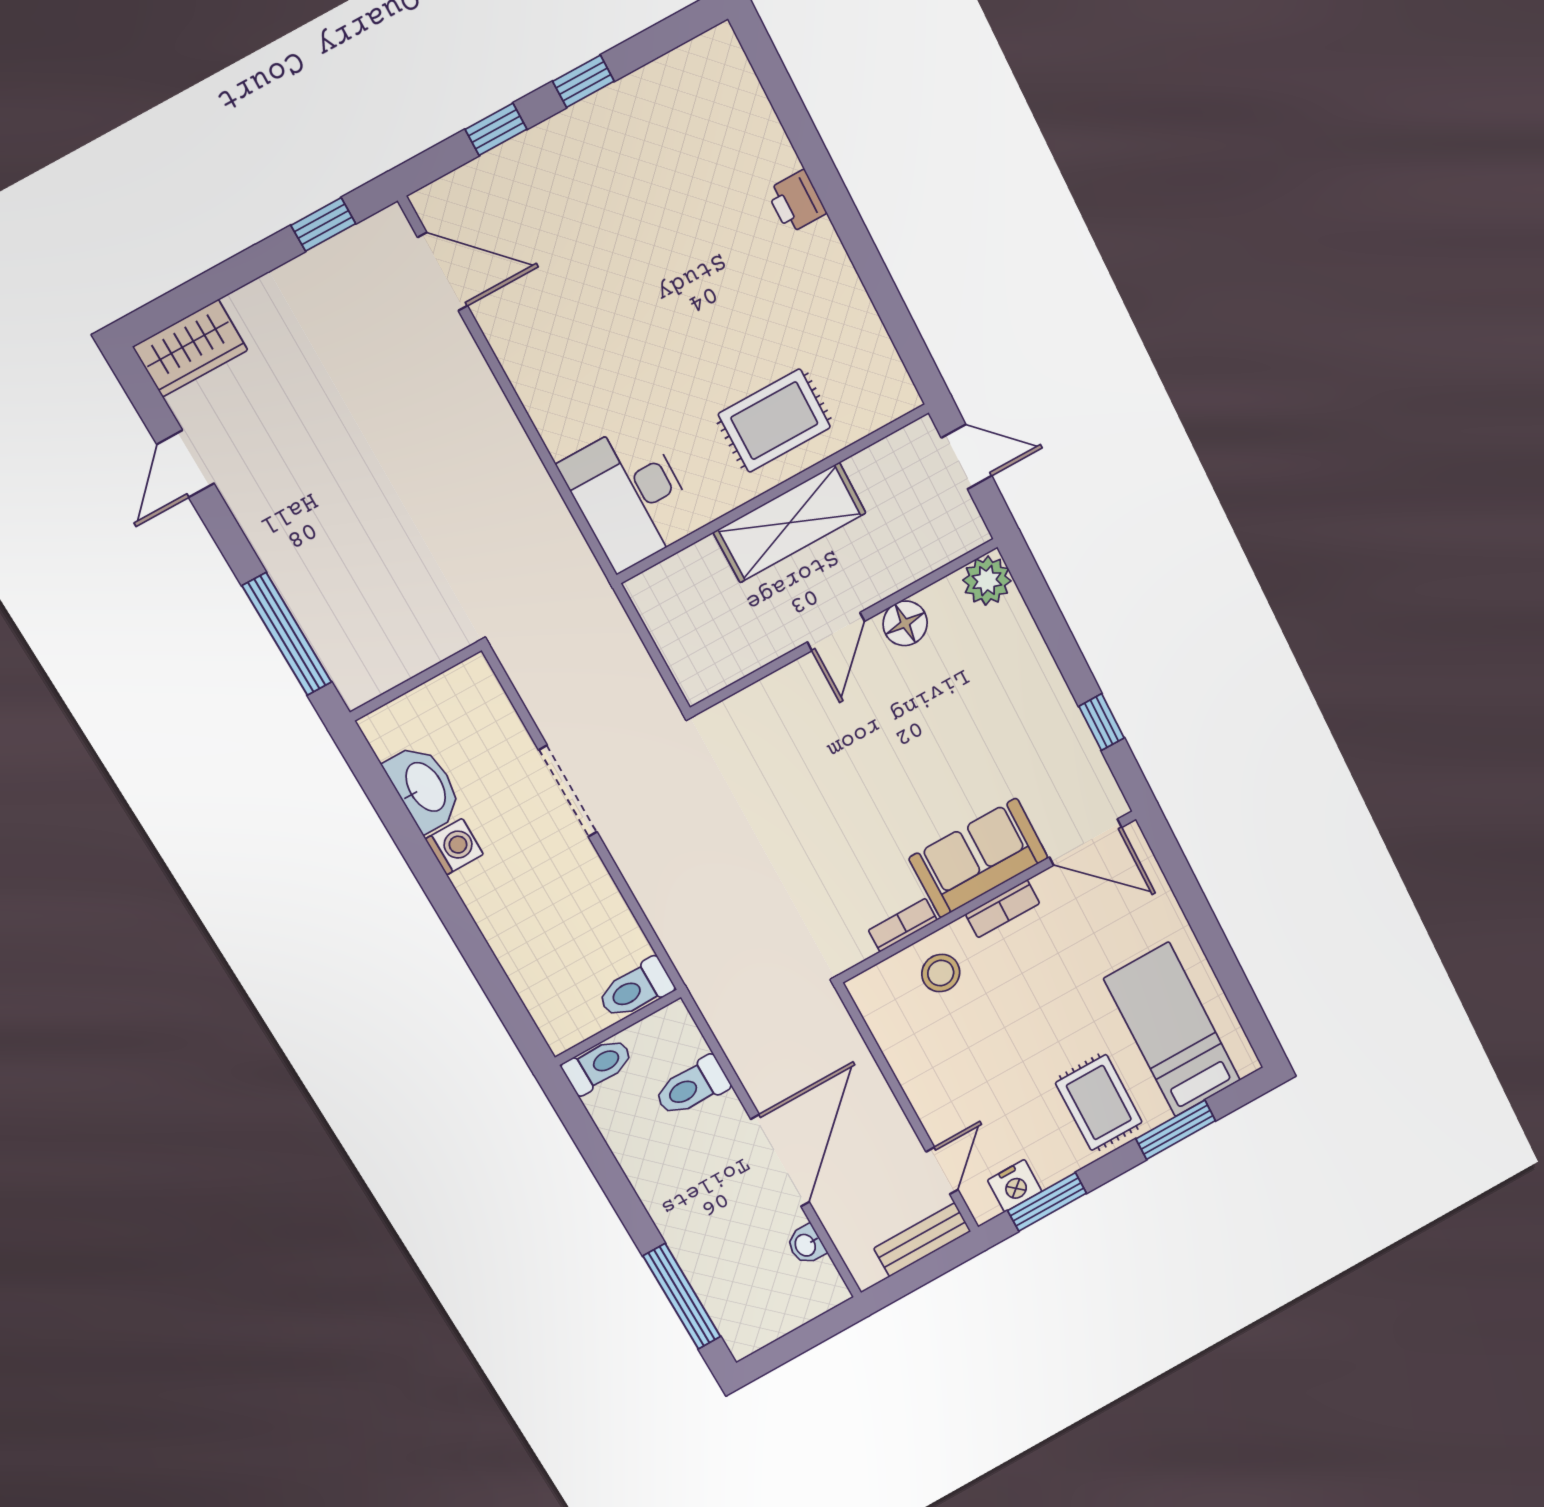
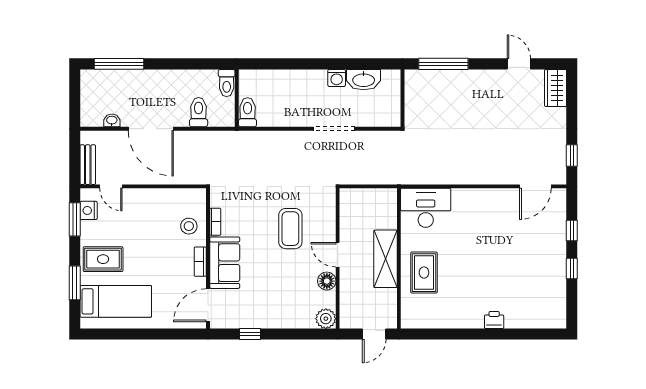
coffee table: (834, 763) -> (290, 229), added

